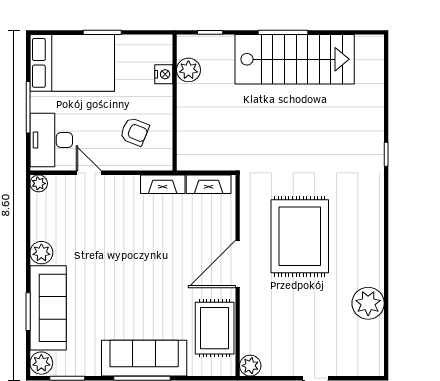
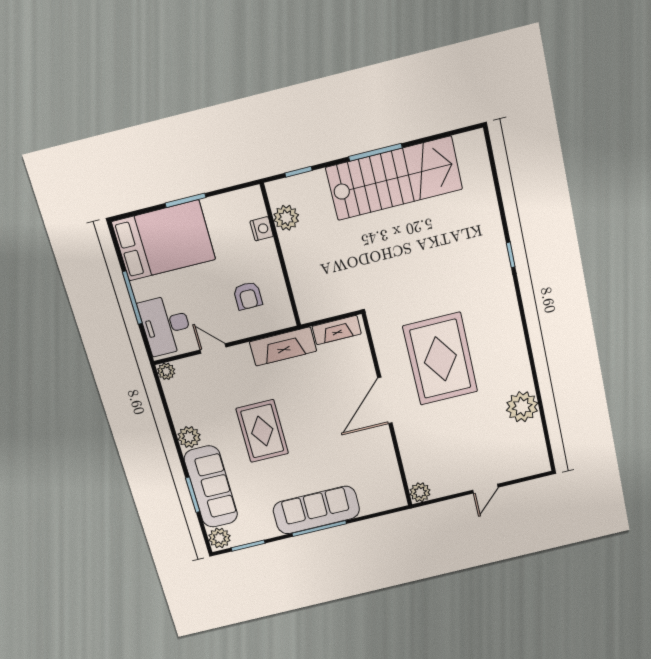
armchair: (135, 132) -> (248, 296), turned 68
fireplace: (163, 184) -> (283, 347), width x1.37, depth x1.32
rug: (215, 328) -> (262, 431), moved

